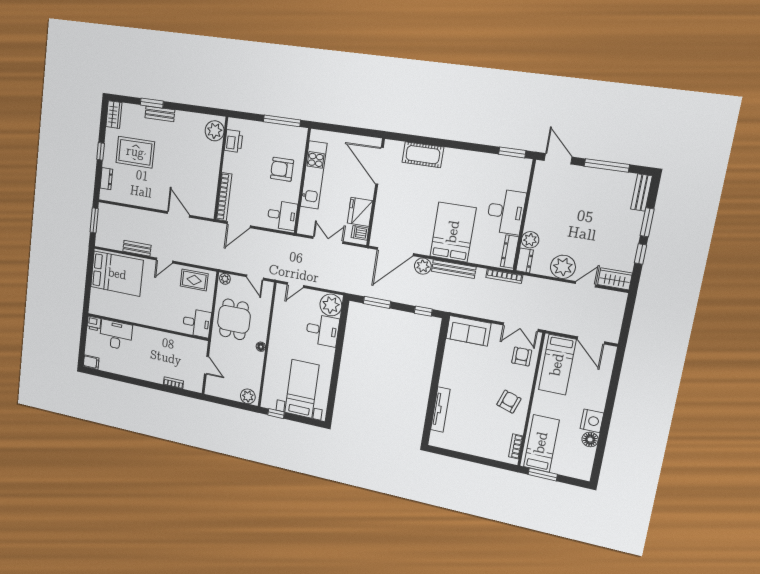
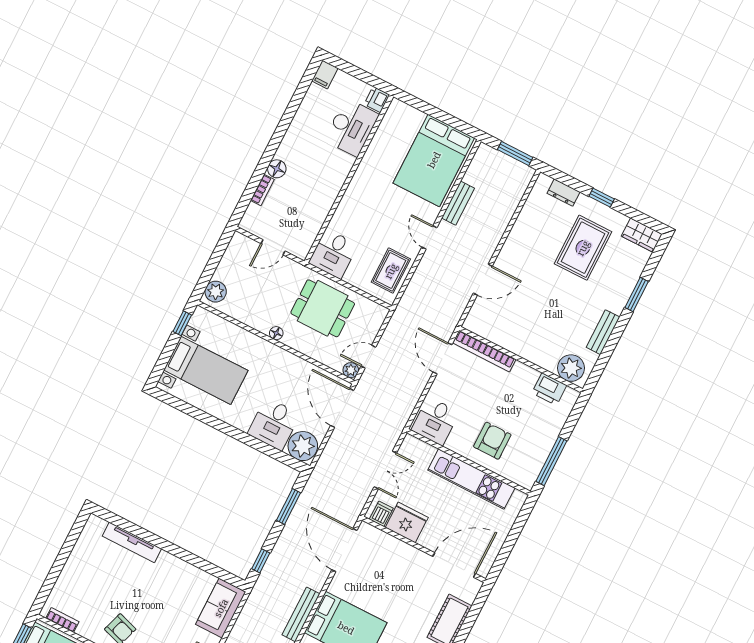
bench: (160, 114) -> (603, 332), moved
plant: (423, 266) -> (316, 578), removed
plant: (225, 279) -> (351, 370), moved
door: (295, 285) -> (342, 408), width x1.88
floor lamp: (157, 377) -> (277, 169), added

